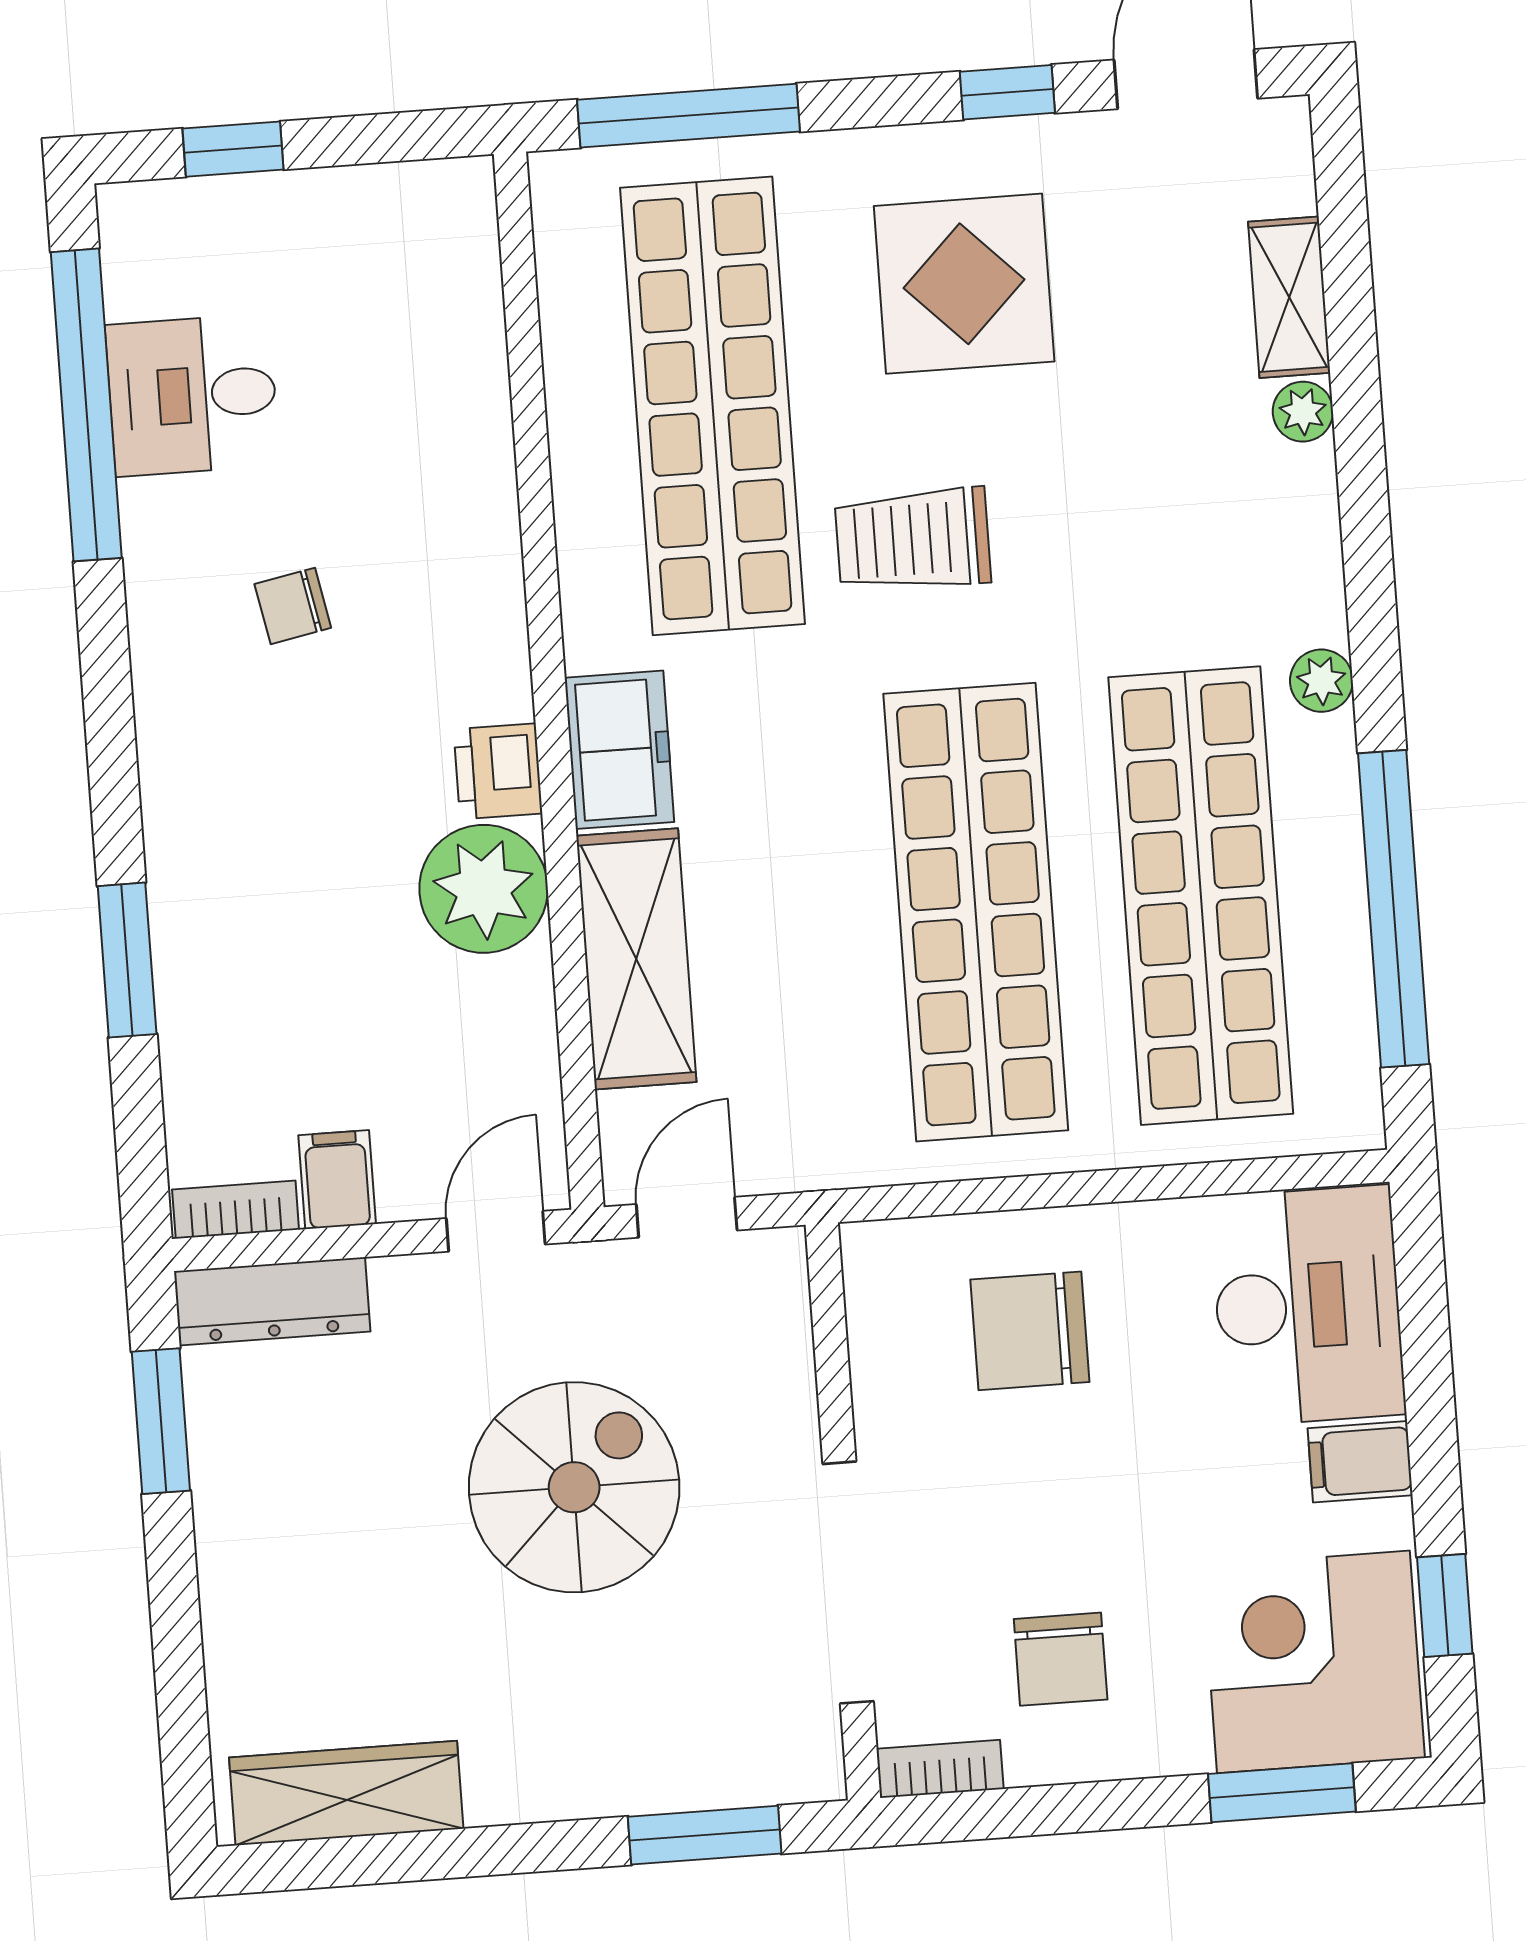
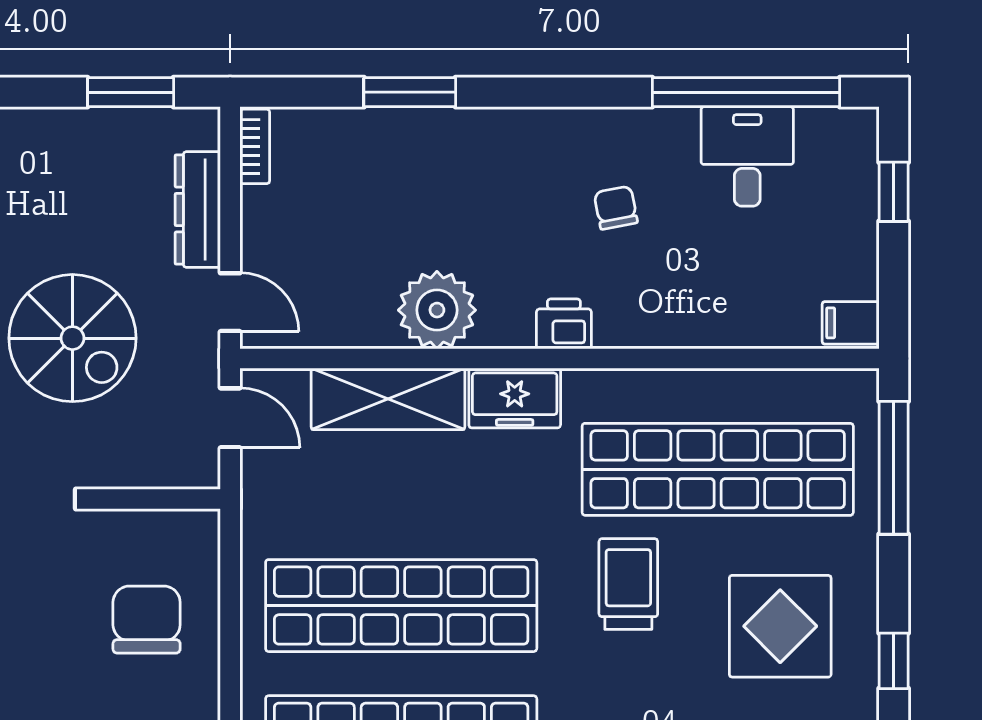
printer: (498, 771) -> (564, 324), moved
filing cabinet: (337, 1180) -> (851, 323), moved, turned 180
dresser: (272, 1301) -> (198, 209), moved

